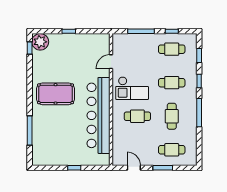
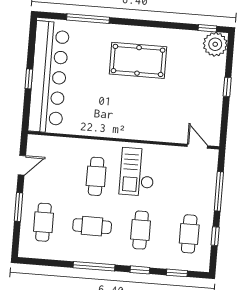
door: (111, 62) -> (197, 146), moved
pool table: (56, 94) -> (138, 60), turned 90
bar counter: (99, 115) -> (49, 77), moved, turned 90

